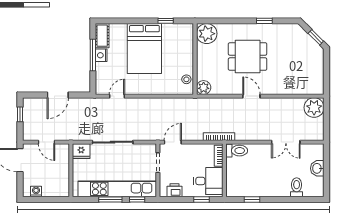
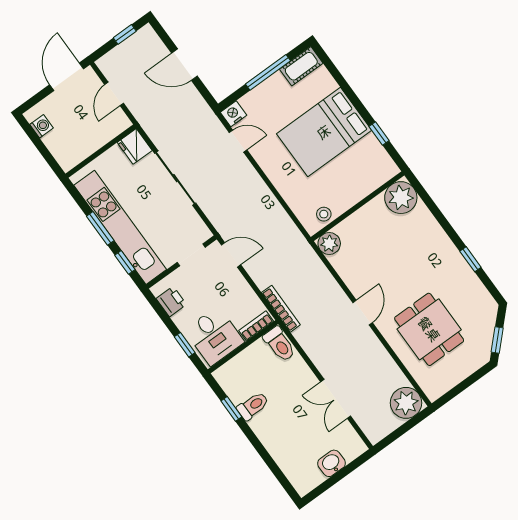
nightstand: (101, 55) -> (233, 114), moved
dining table: (248, 57) -> (429, 329), moved
toilet: (297, 187) -> (253, 406), moved

